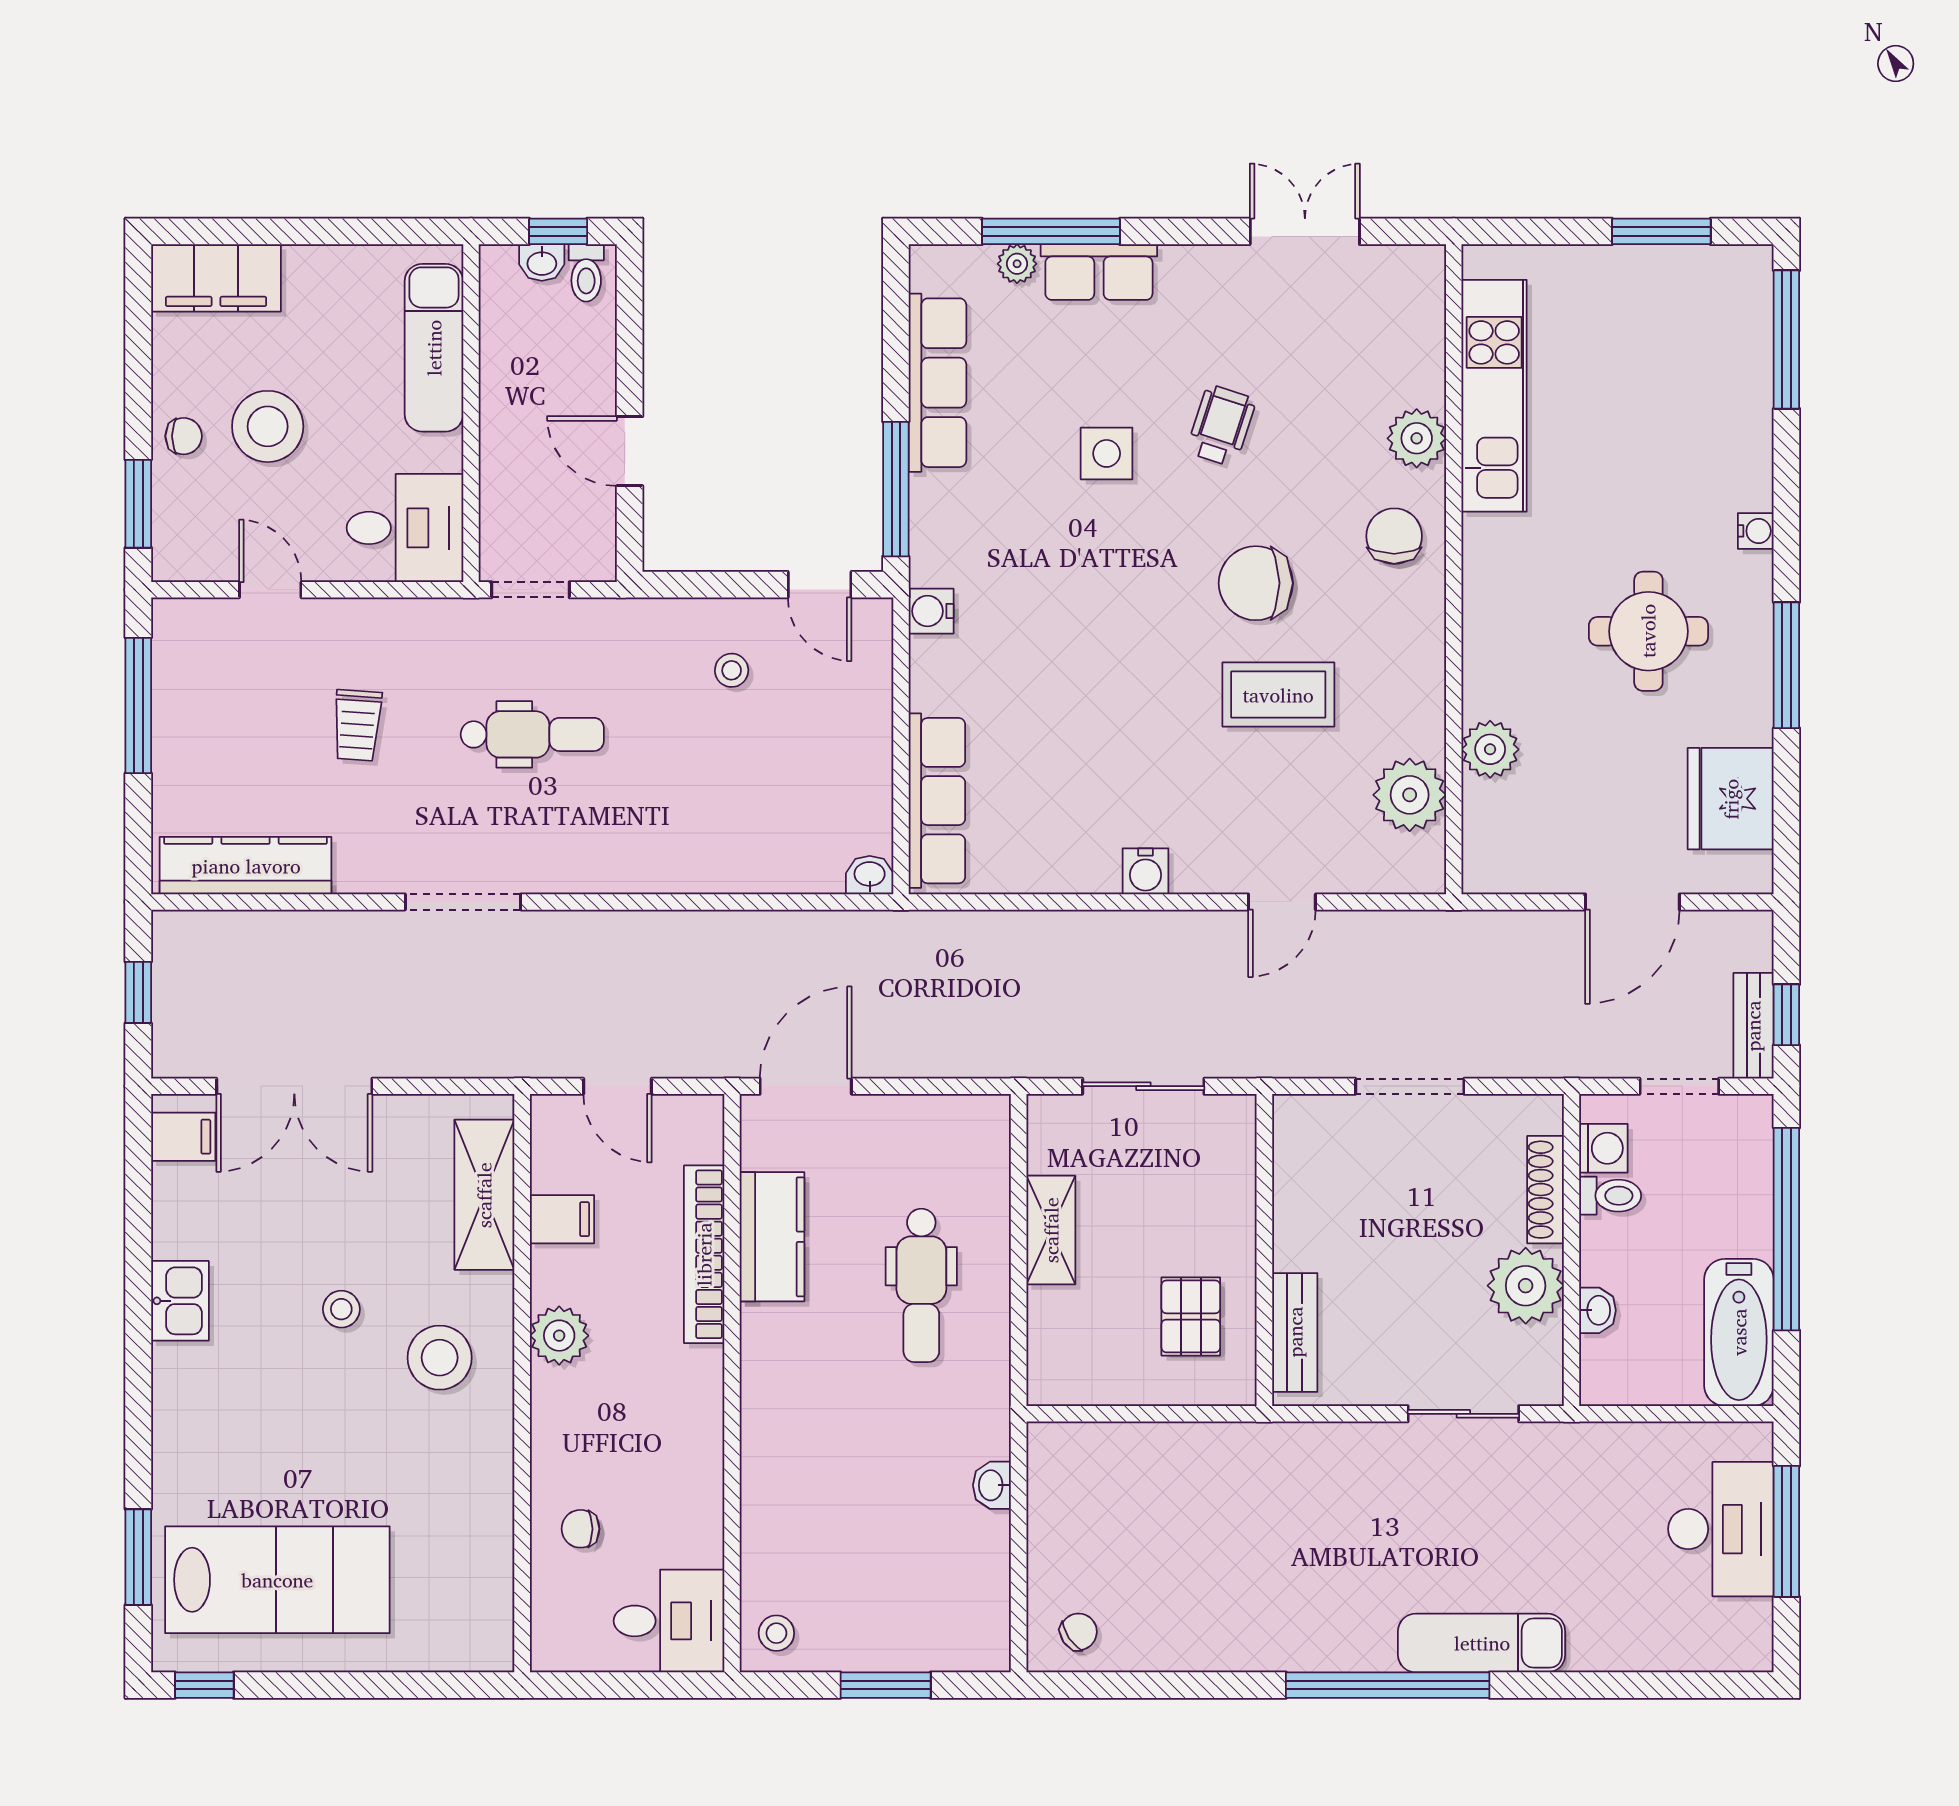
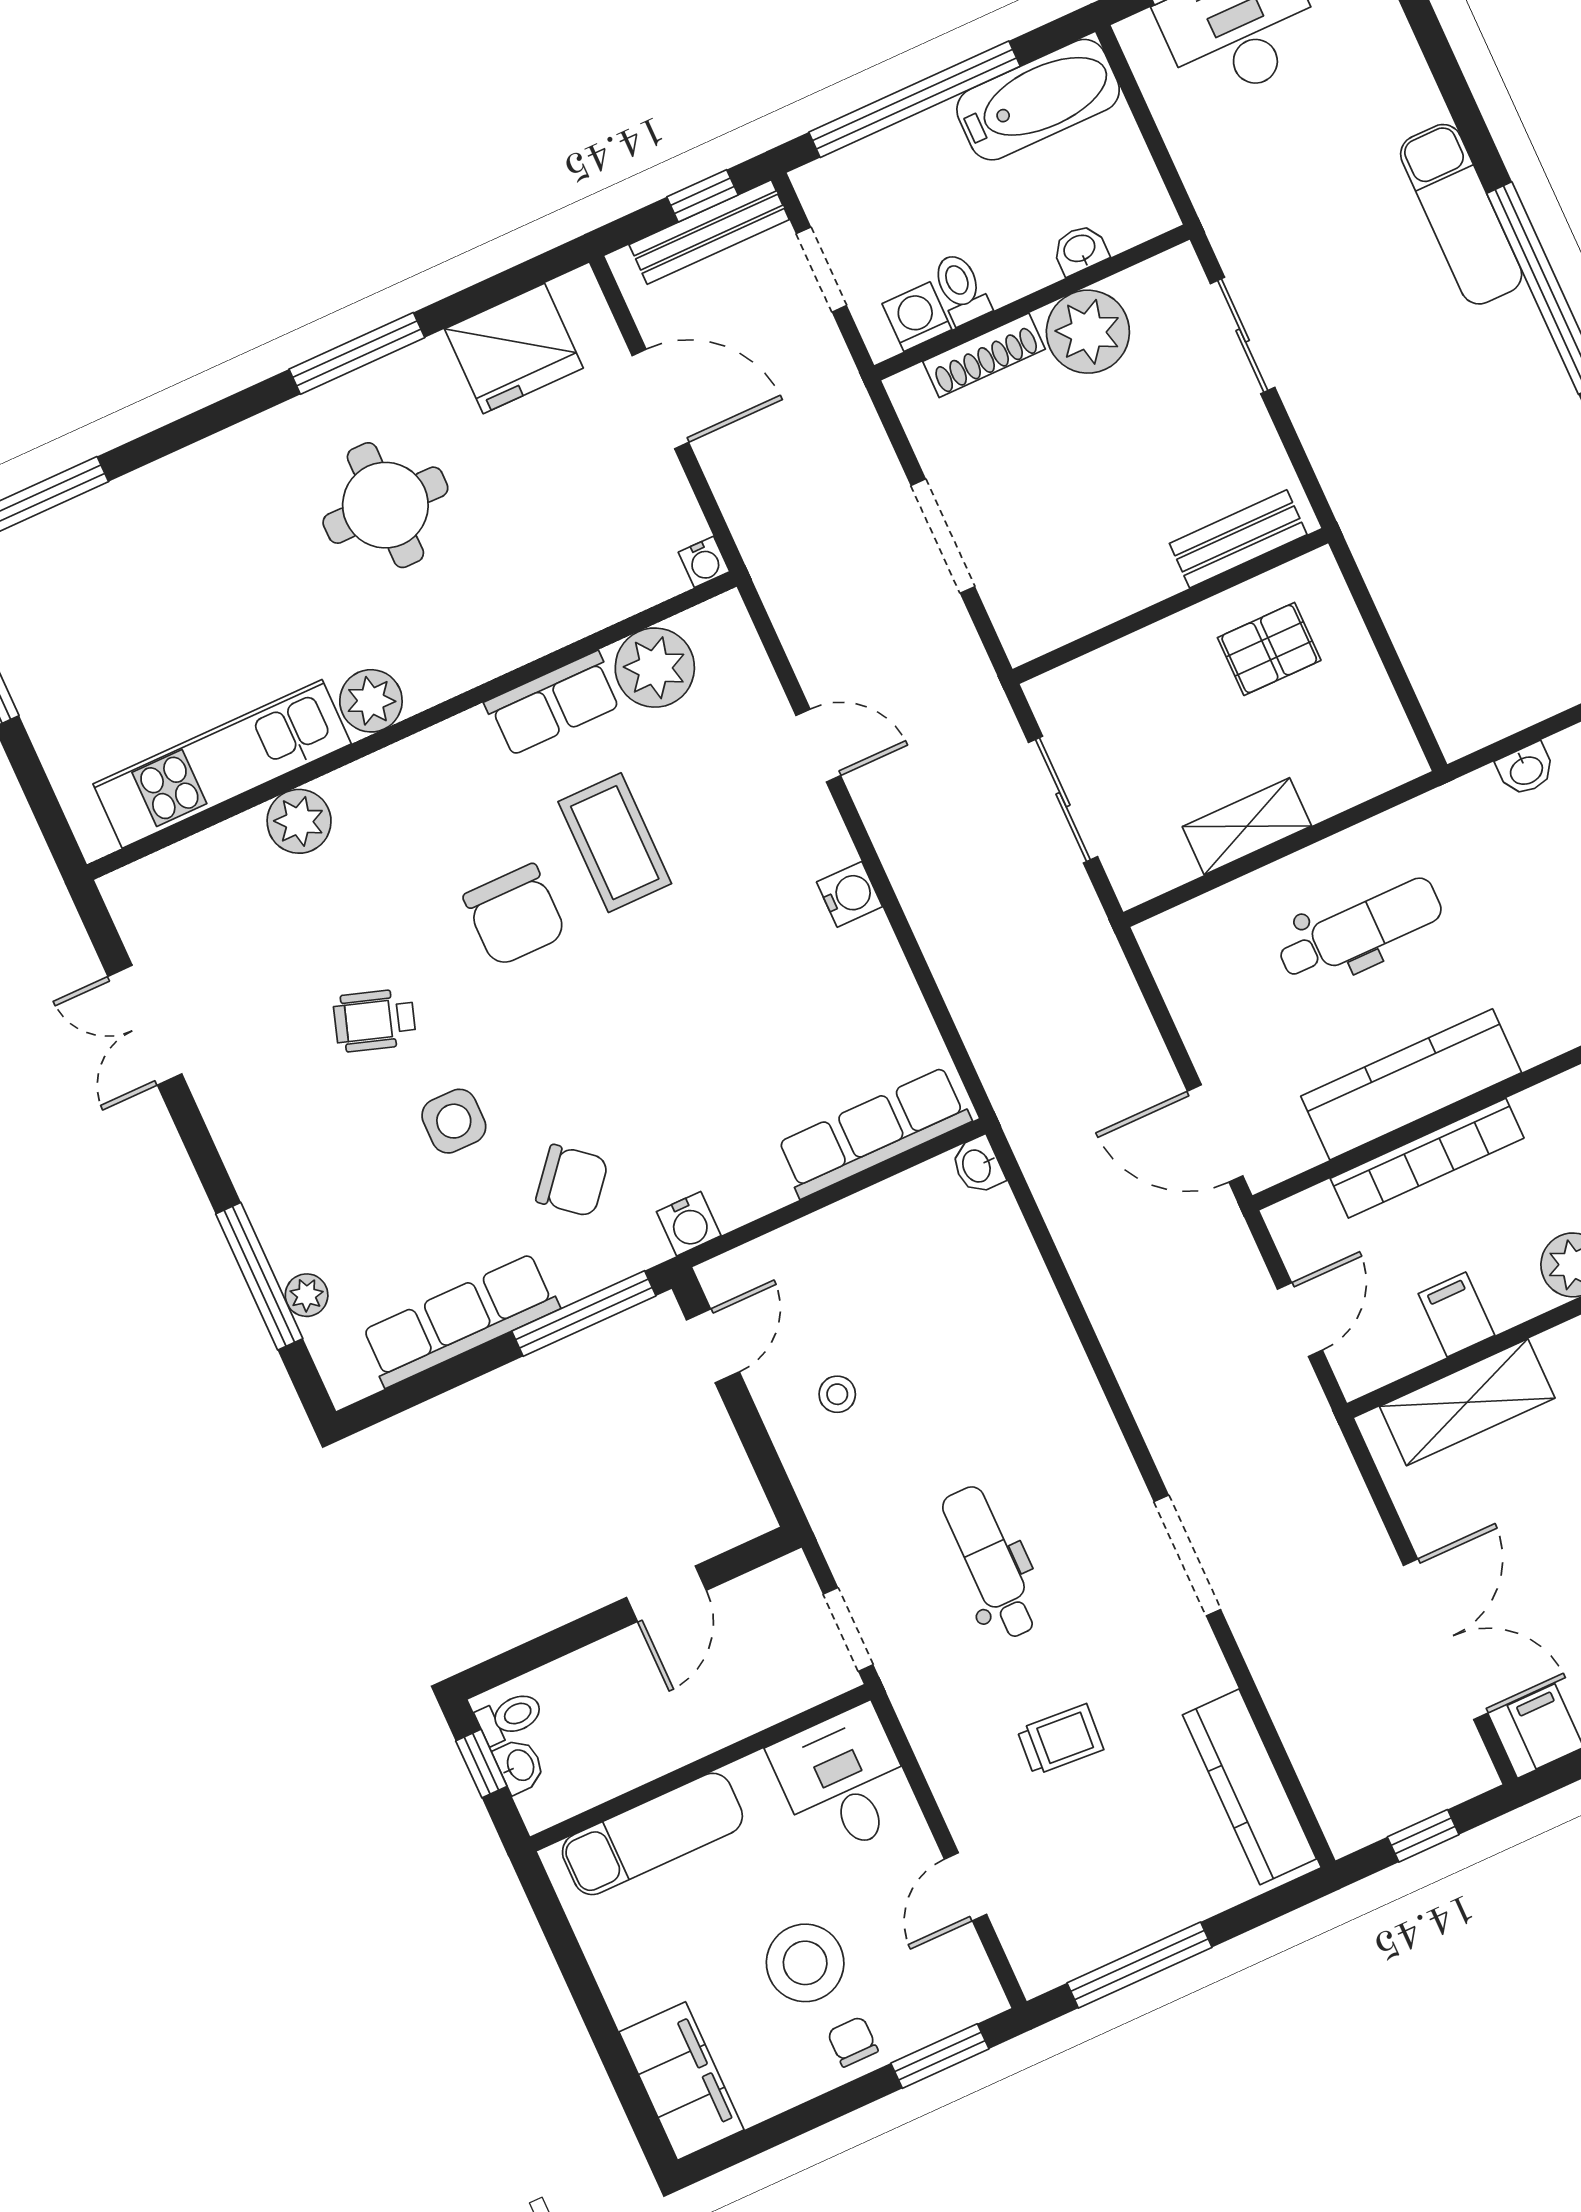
row of seats: (1099, 272) -> (553, 704), moved, turned 90
water cooler: (1756, 531) -> (704, 562), moved, turned 180
chair: (1394, 536) -> (572, 1181), moved, turned -140
plant: (1490, 749) -> (371, 701), moved
bench: (1753, 1026) -> (709, 232), width x1.36
kitchen counter: (772, 1237) -> (1411, 1084), width x1.50

